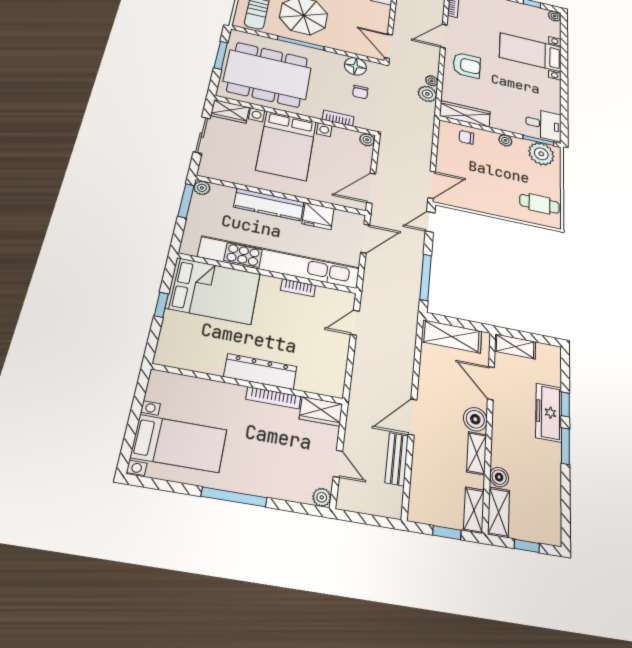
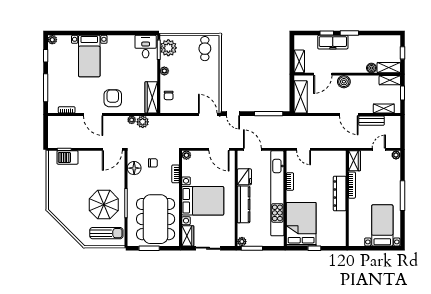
shelving: (477, 453) -> (384, 108), moved

